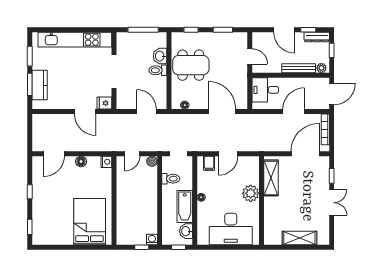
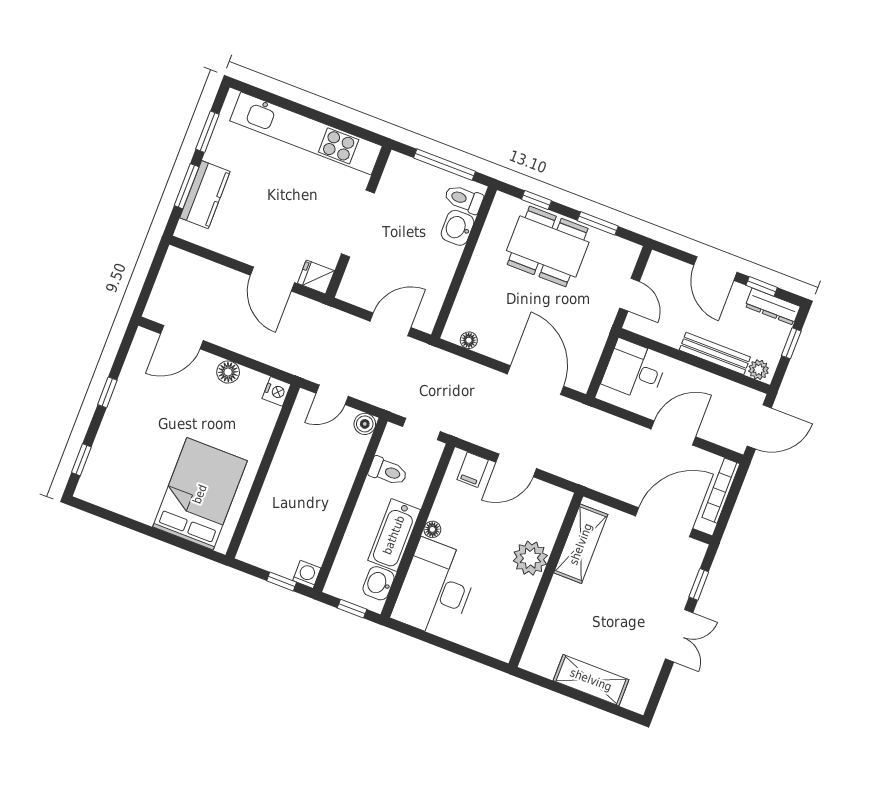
dining table: (191, 65) -> (548, 246), moved
toilet: (158, 70) -> (464, 199), moved
door: (146, 112) -> (391, 324), hinge flipped
desk: (231, 229) -> (436, 589), moved, turned 90

